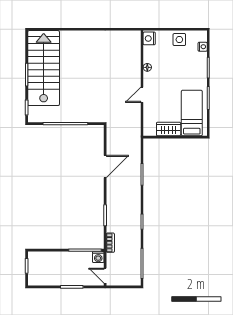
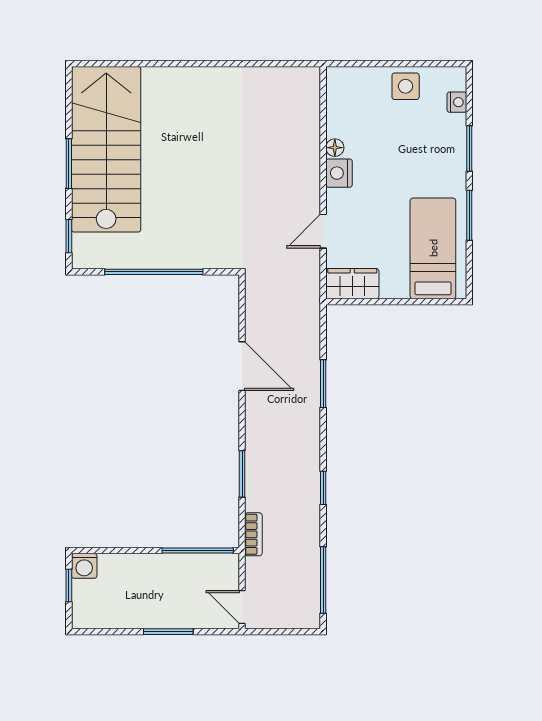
nightstand: (149, 38) -> (339, 173), moved
door: (142, 95) -> (323, 231), moved
wardrobe: (169, 129) -> (352, 284), moved
door: (105, 166) -> (242, 366), hinge flipped
washing machine: (98, 257) -> (84, 566), moved

